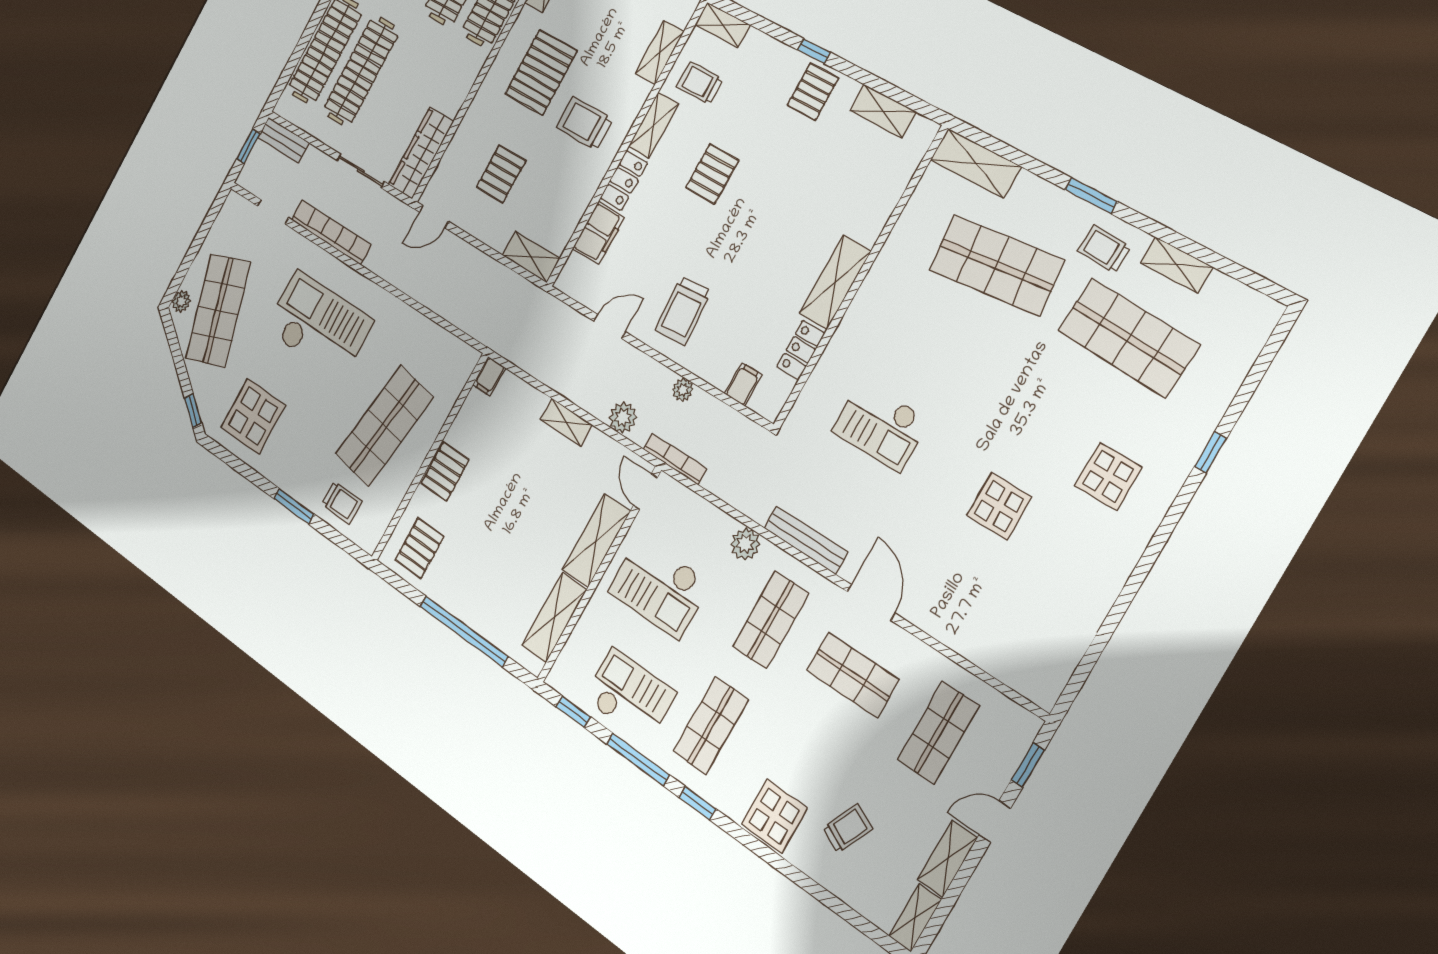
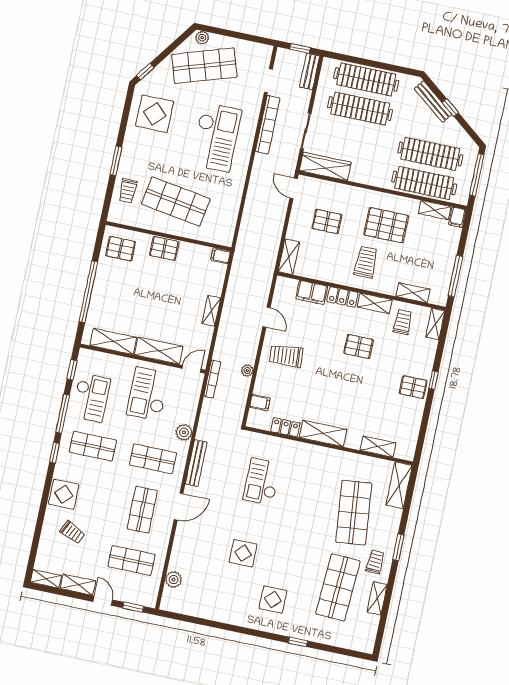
shelving: (883, 111) -> (378, 446), moved, turned 90
plant: (623, 417) -> (174, 580), moved

